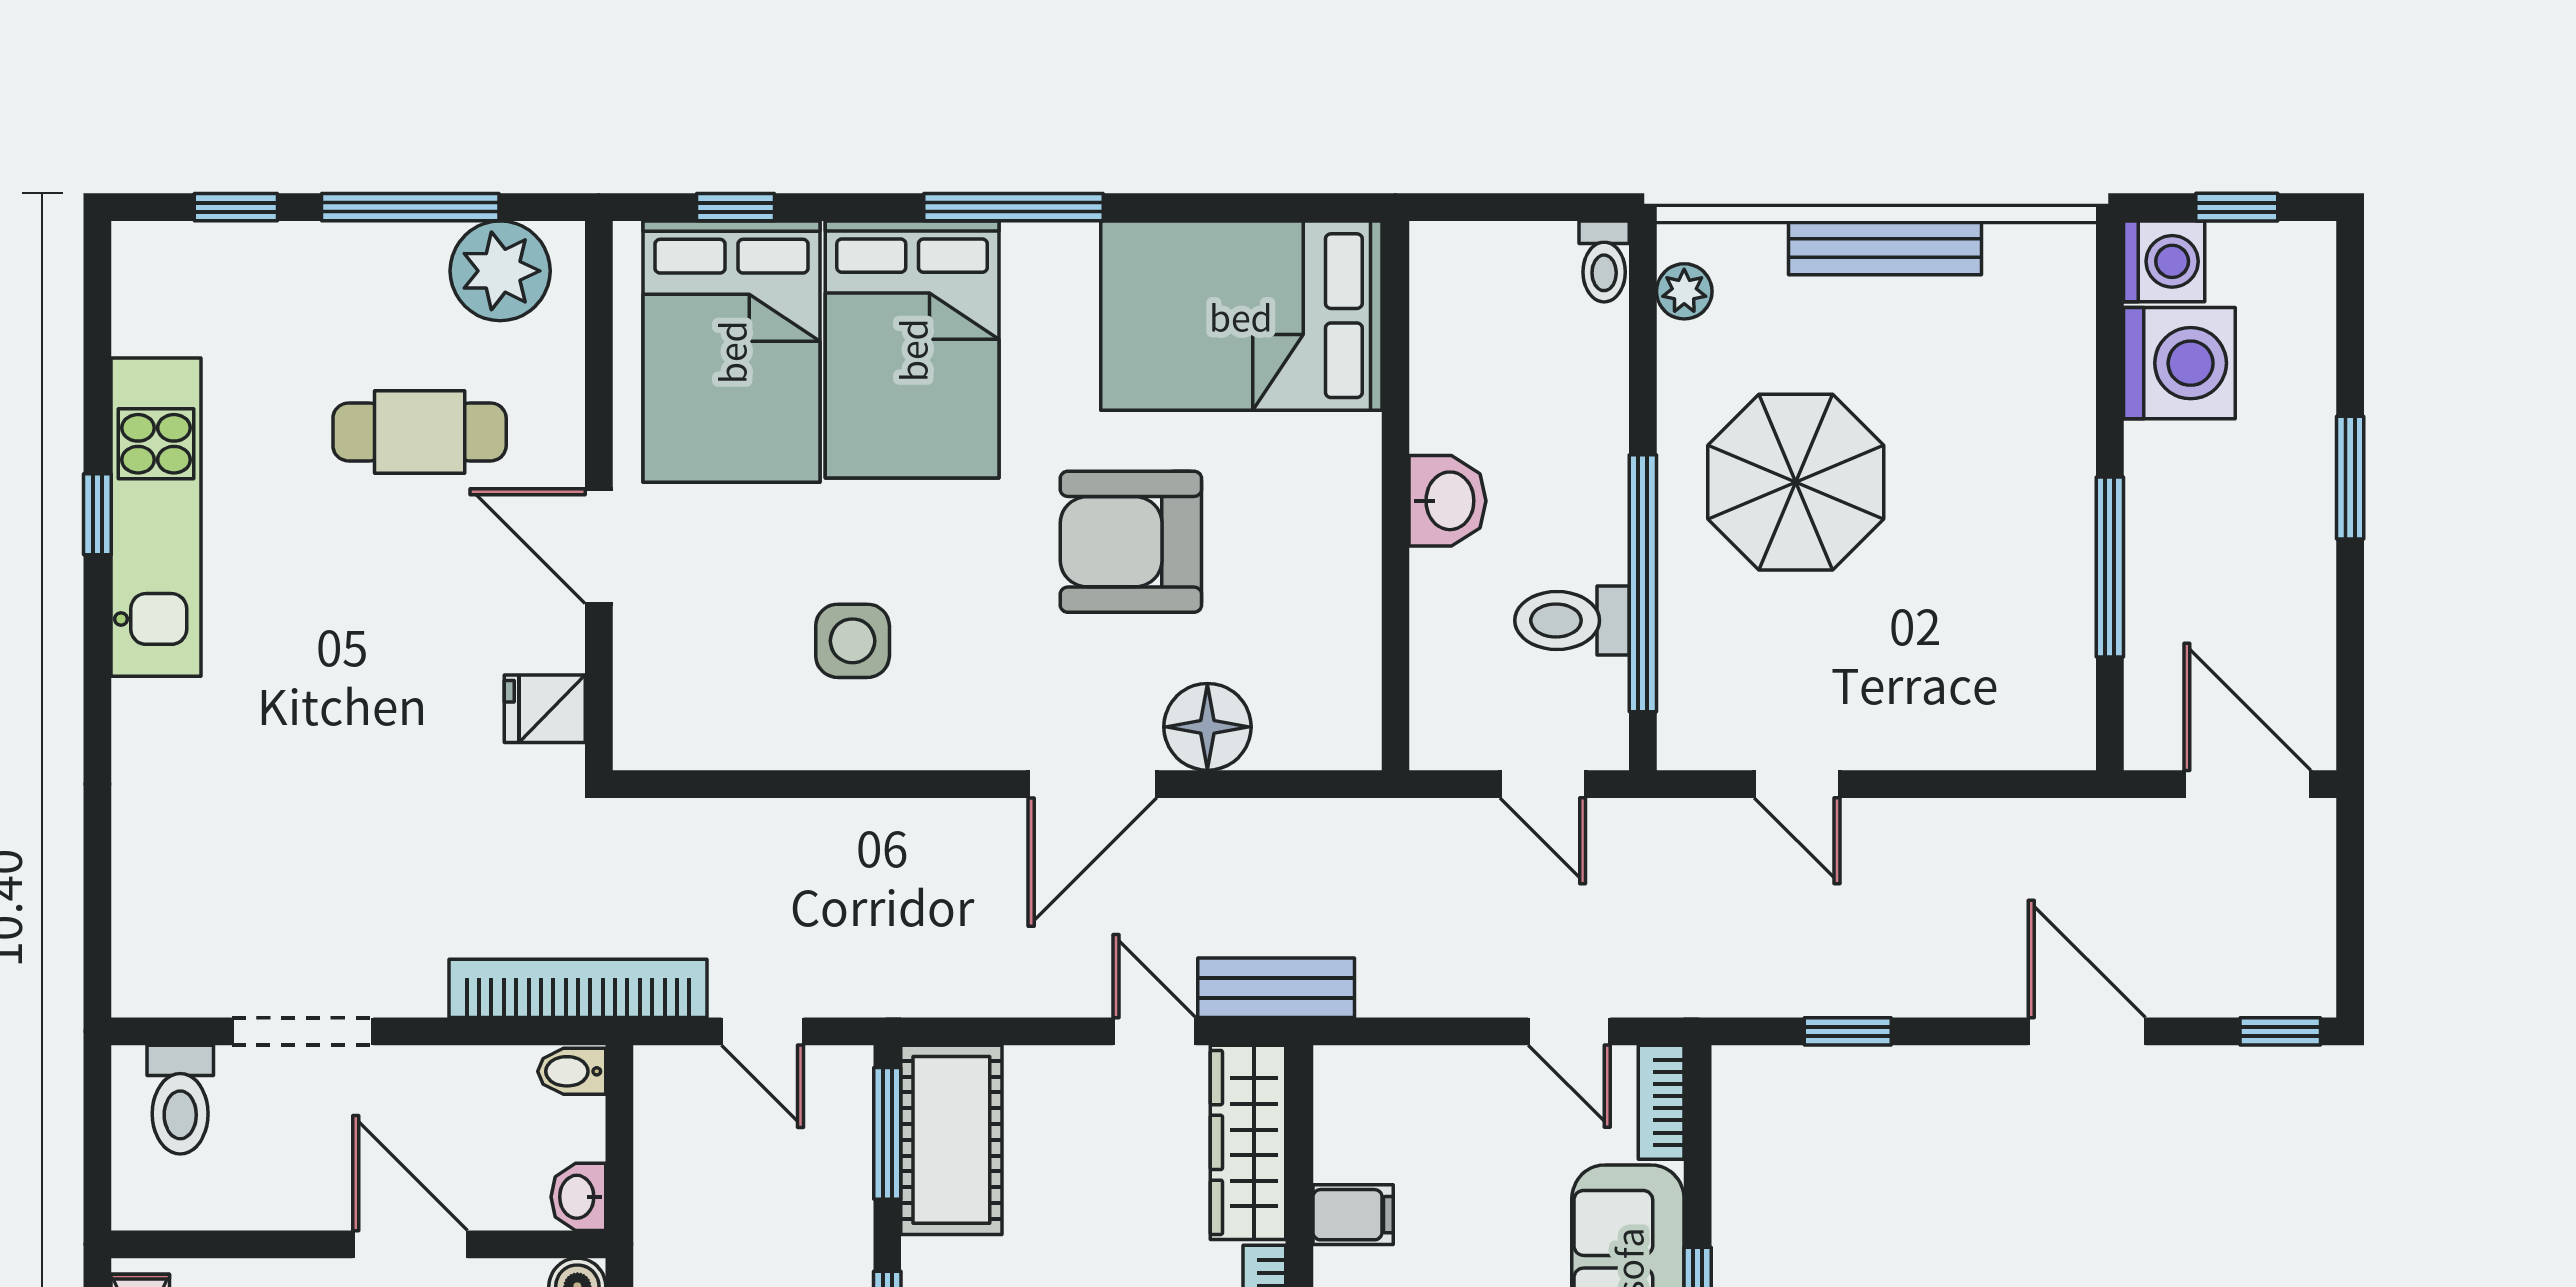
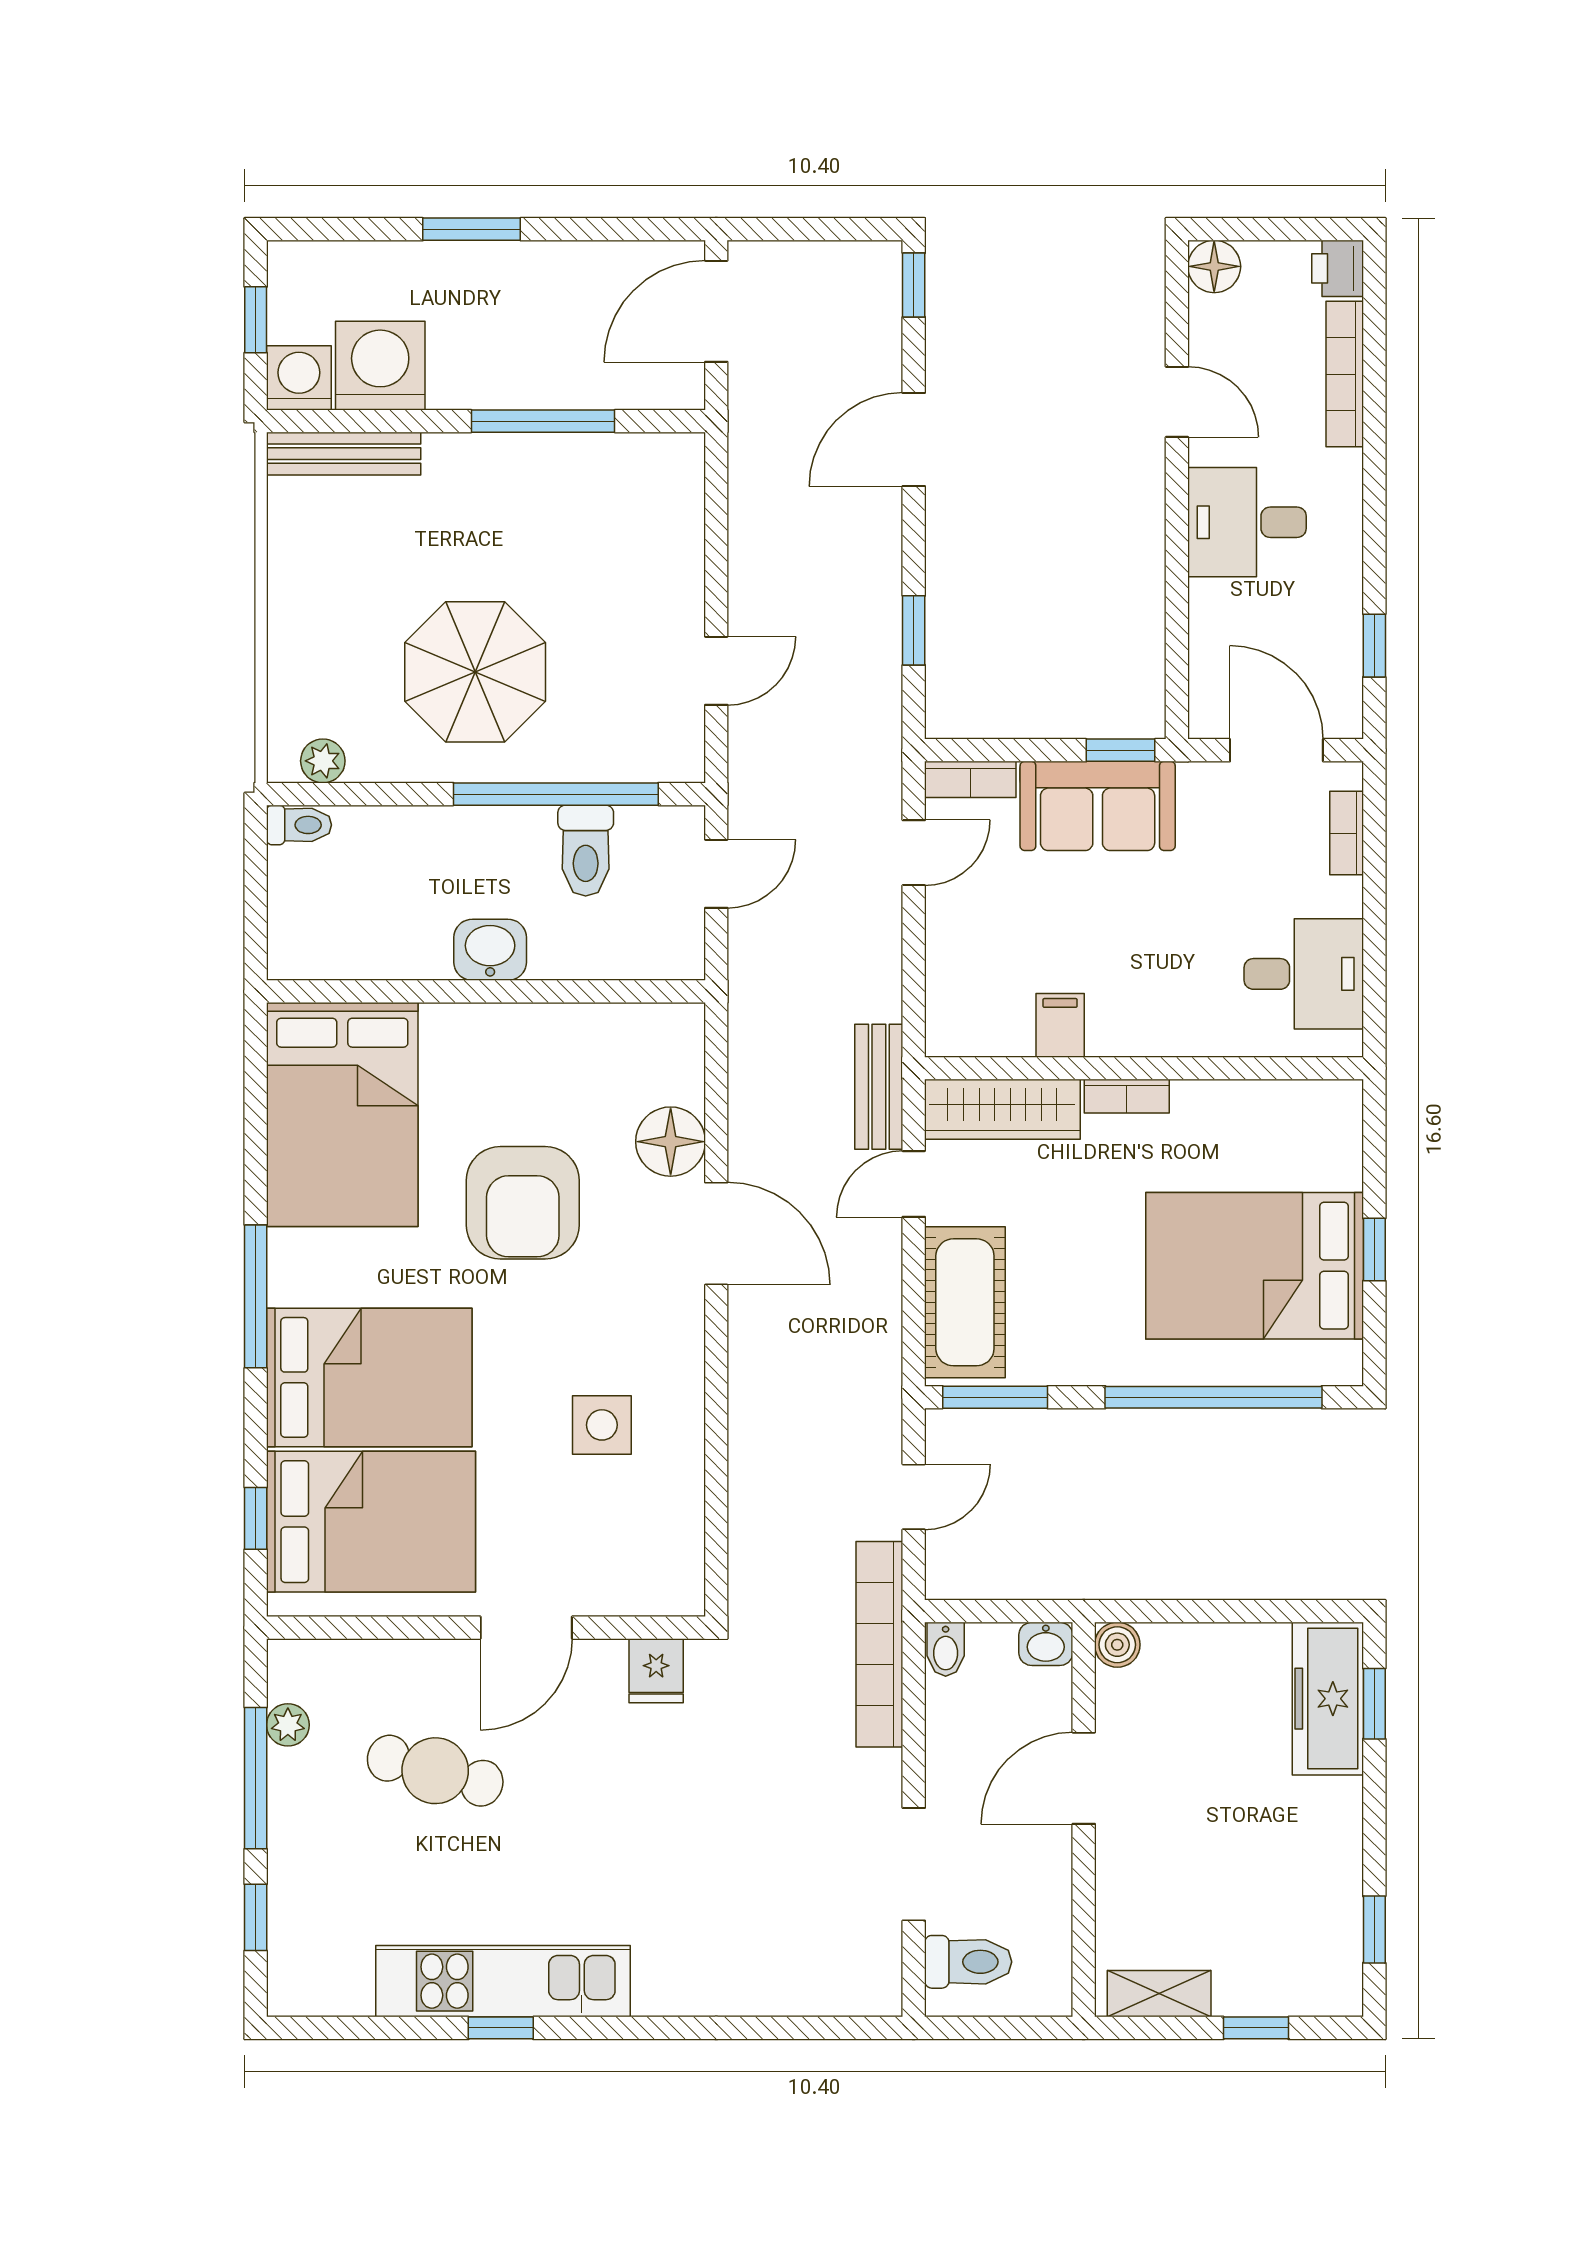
bench: (1885, 248) -> (344, 454), moved, turned 90
plant: (500, 271) -> (288, 1725), width x0.53, depth x0.53
cafe table: (420, 432) -> (435, 1771), turned -75
cot: (951, 1140) -> (965, 1302), moved, turned 90

